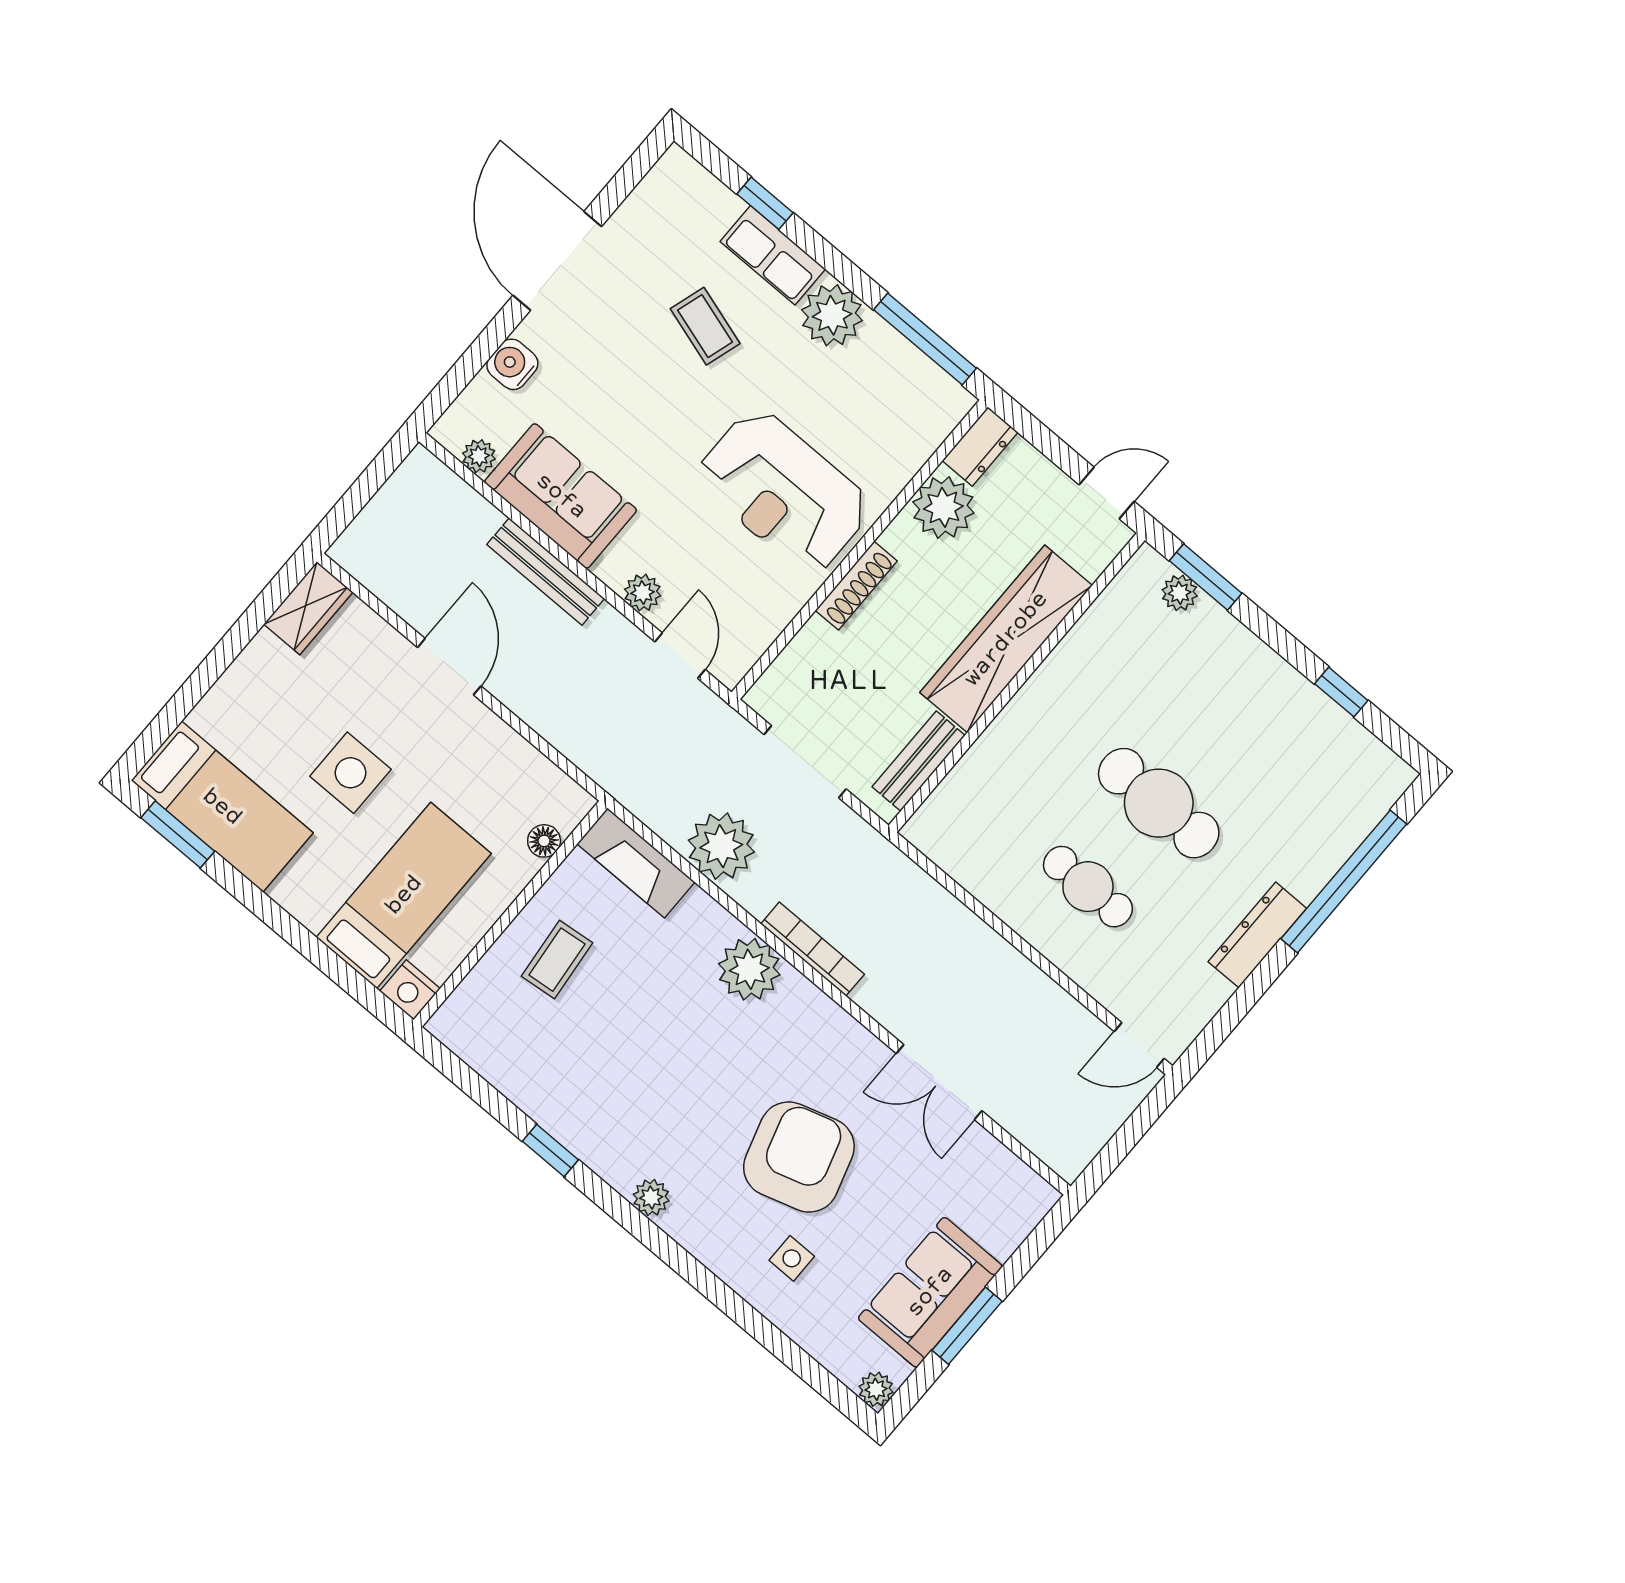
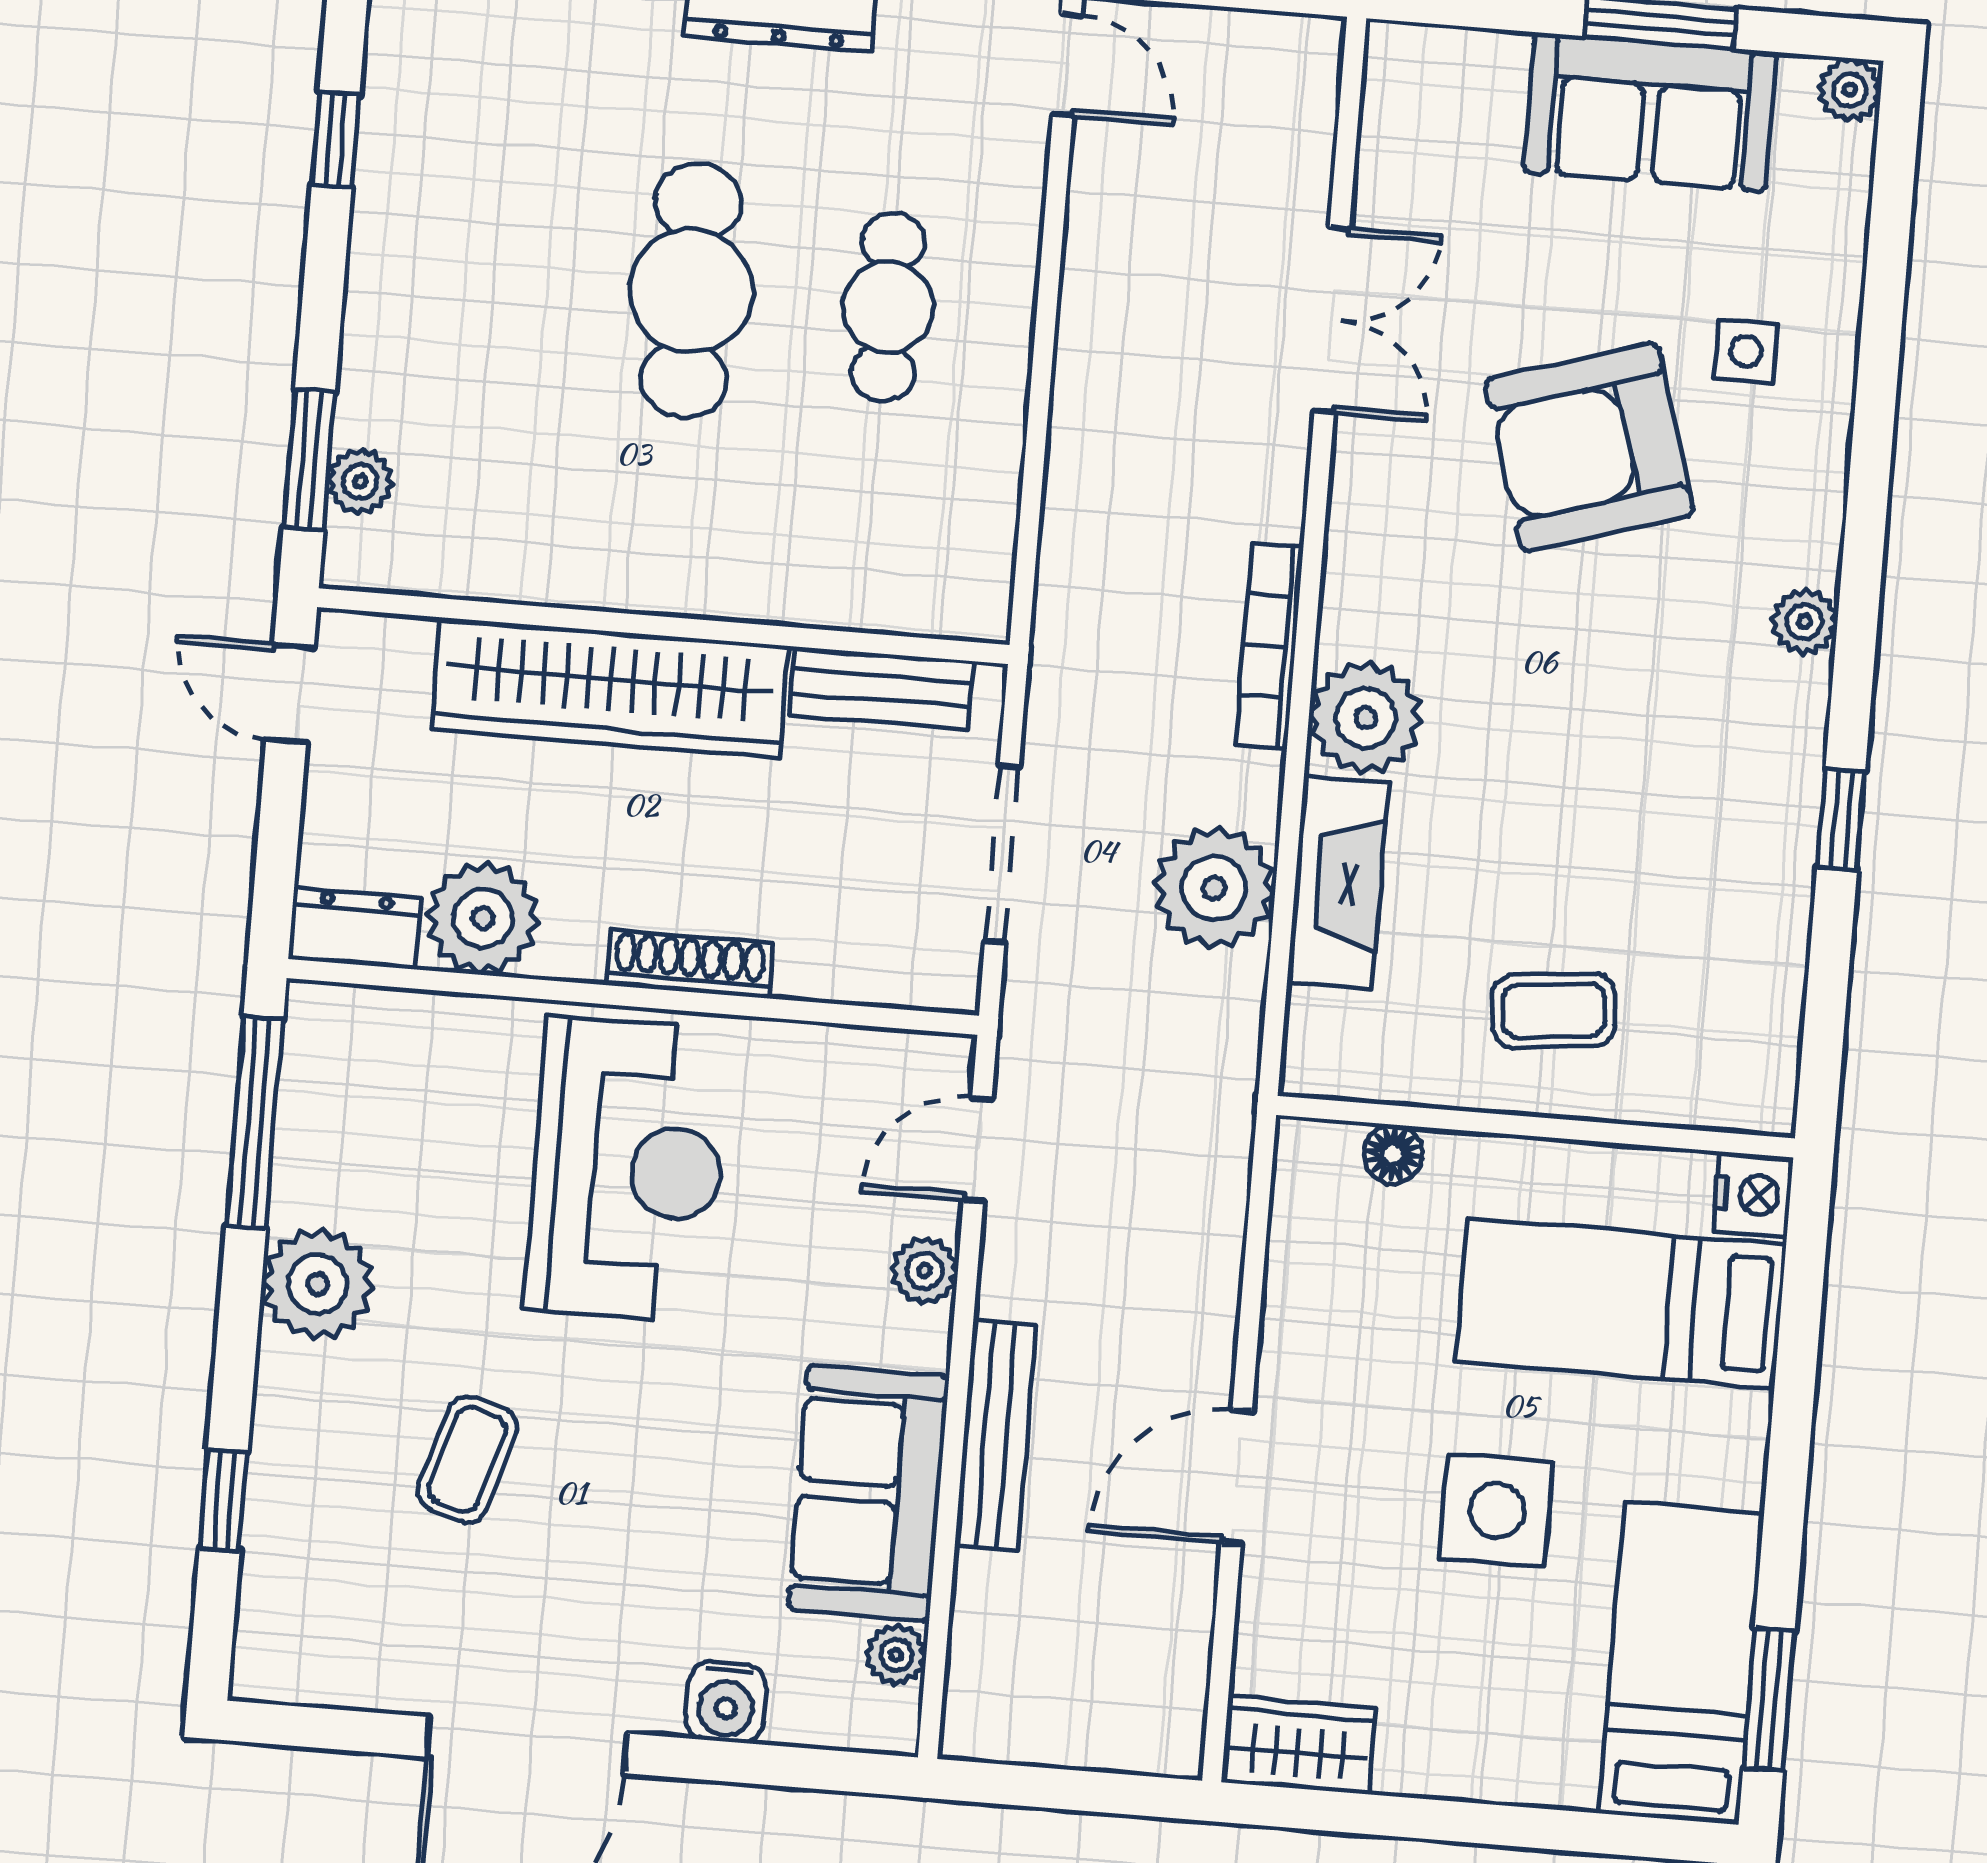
row of seats: (773, 255) -> (292, 1434), removed
fireplace: (636, 863) -> (1338, 883), moved

